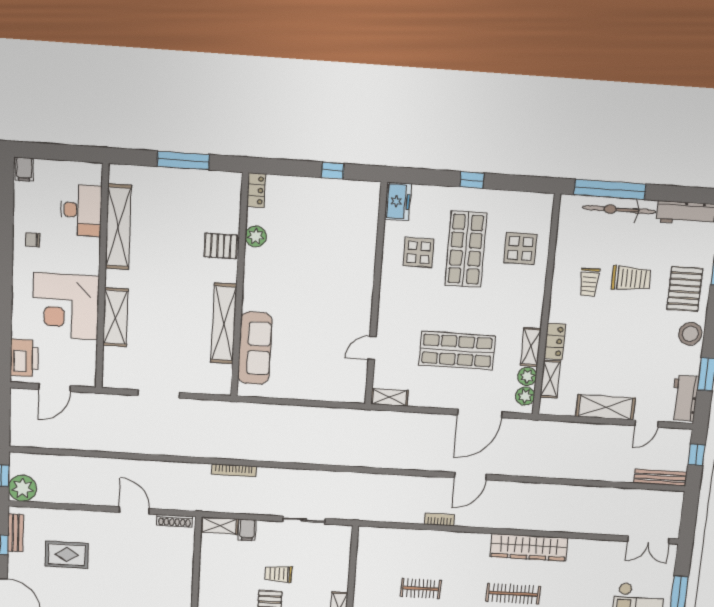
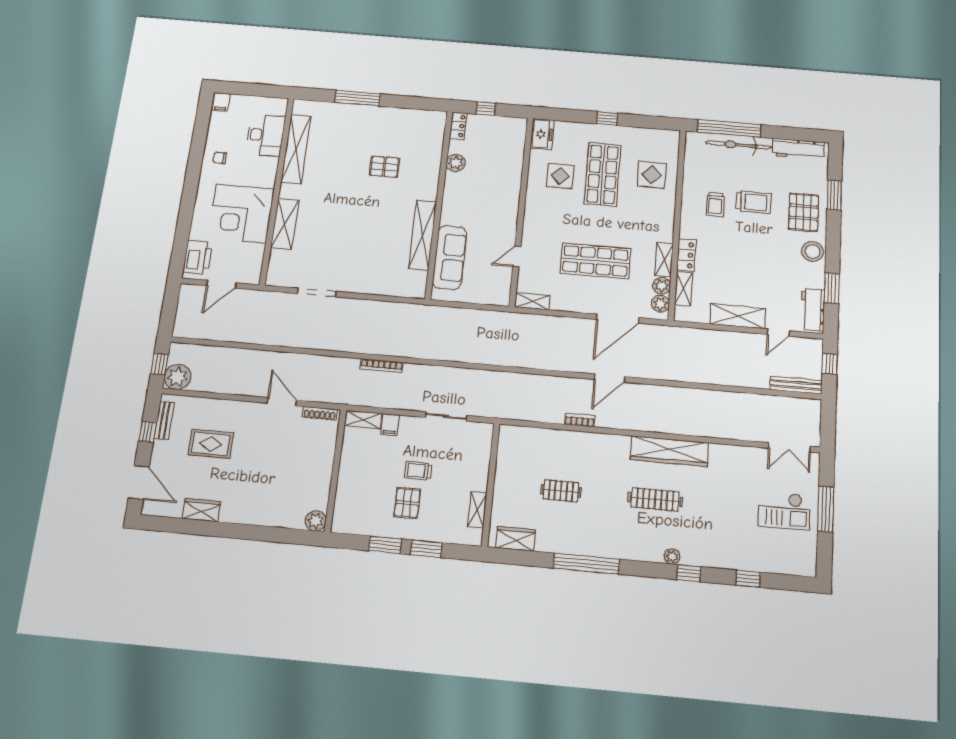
locker: (256, 190) -> (458, 126), moved
plant: (256, 236) -> (456, 163), moved
wall: (240, 286) -> (439, 204), moved
shelving: (224, 323) -> (423, 235), moved
sofa: (255, 348) -> (450, 257), moved

